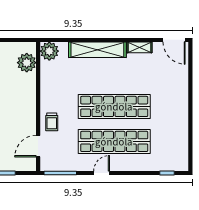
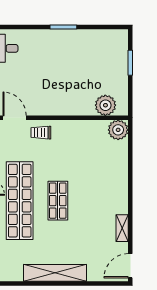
shelving: (97, 50) -> (55, 273), moved, turned 90
shop shelf: (114, 106) -> (58, 201), width x0.50, depth x0.74

